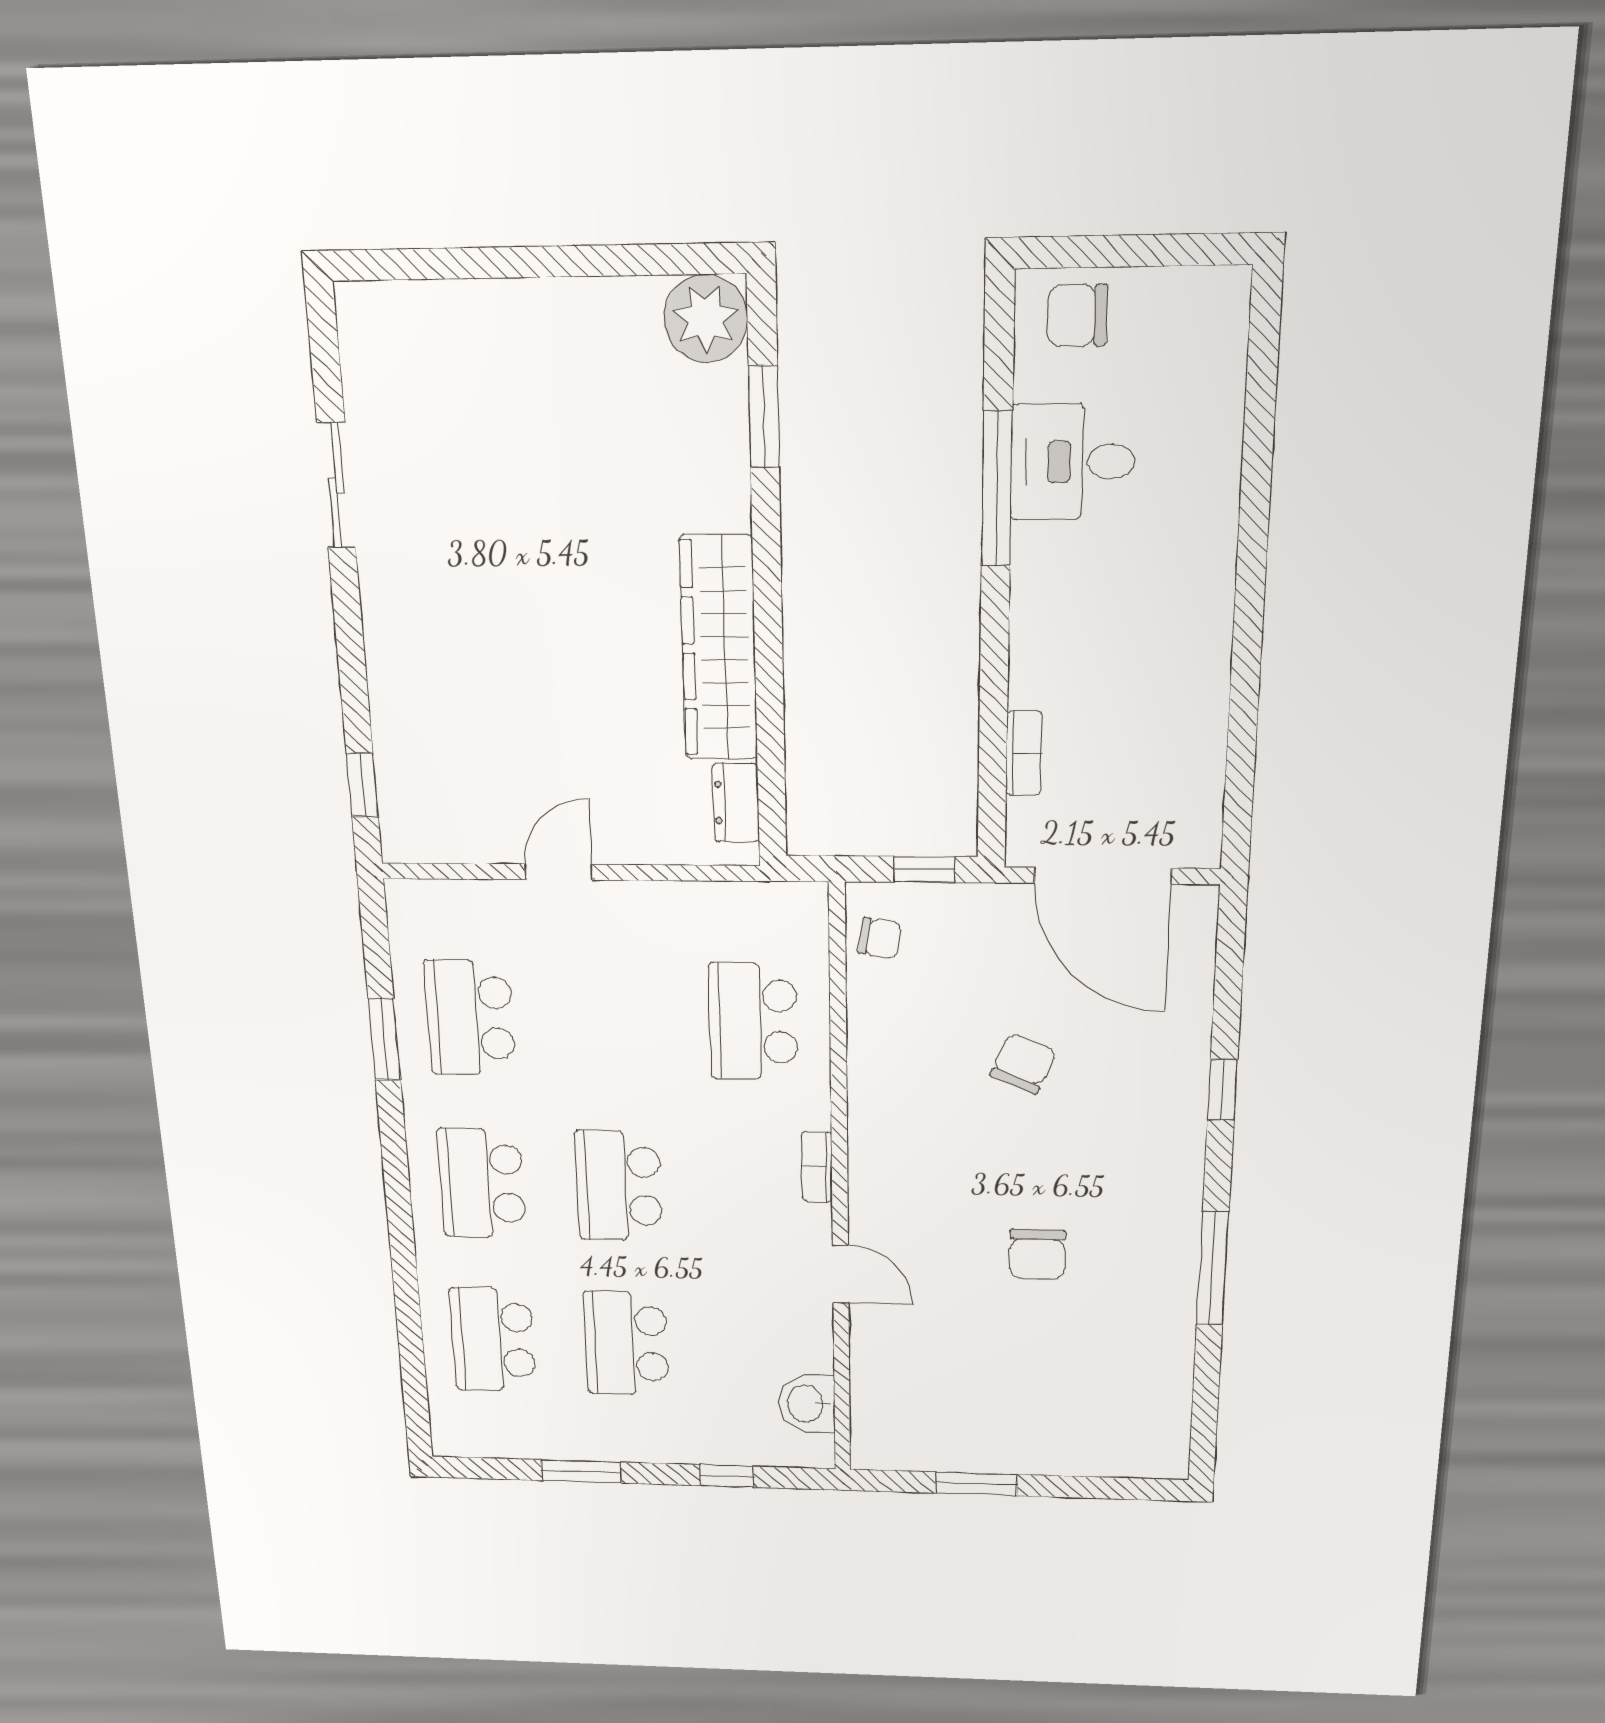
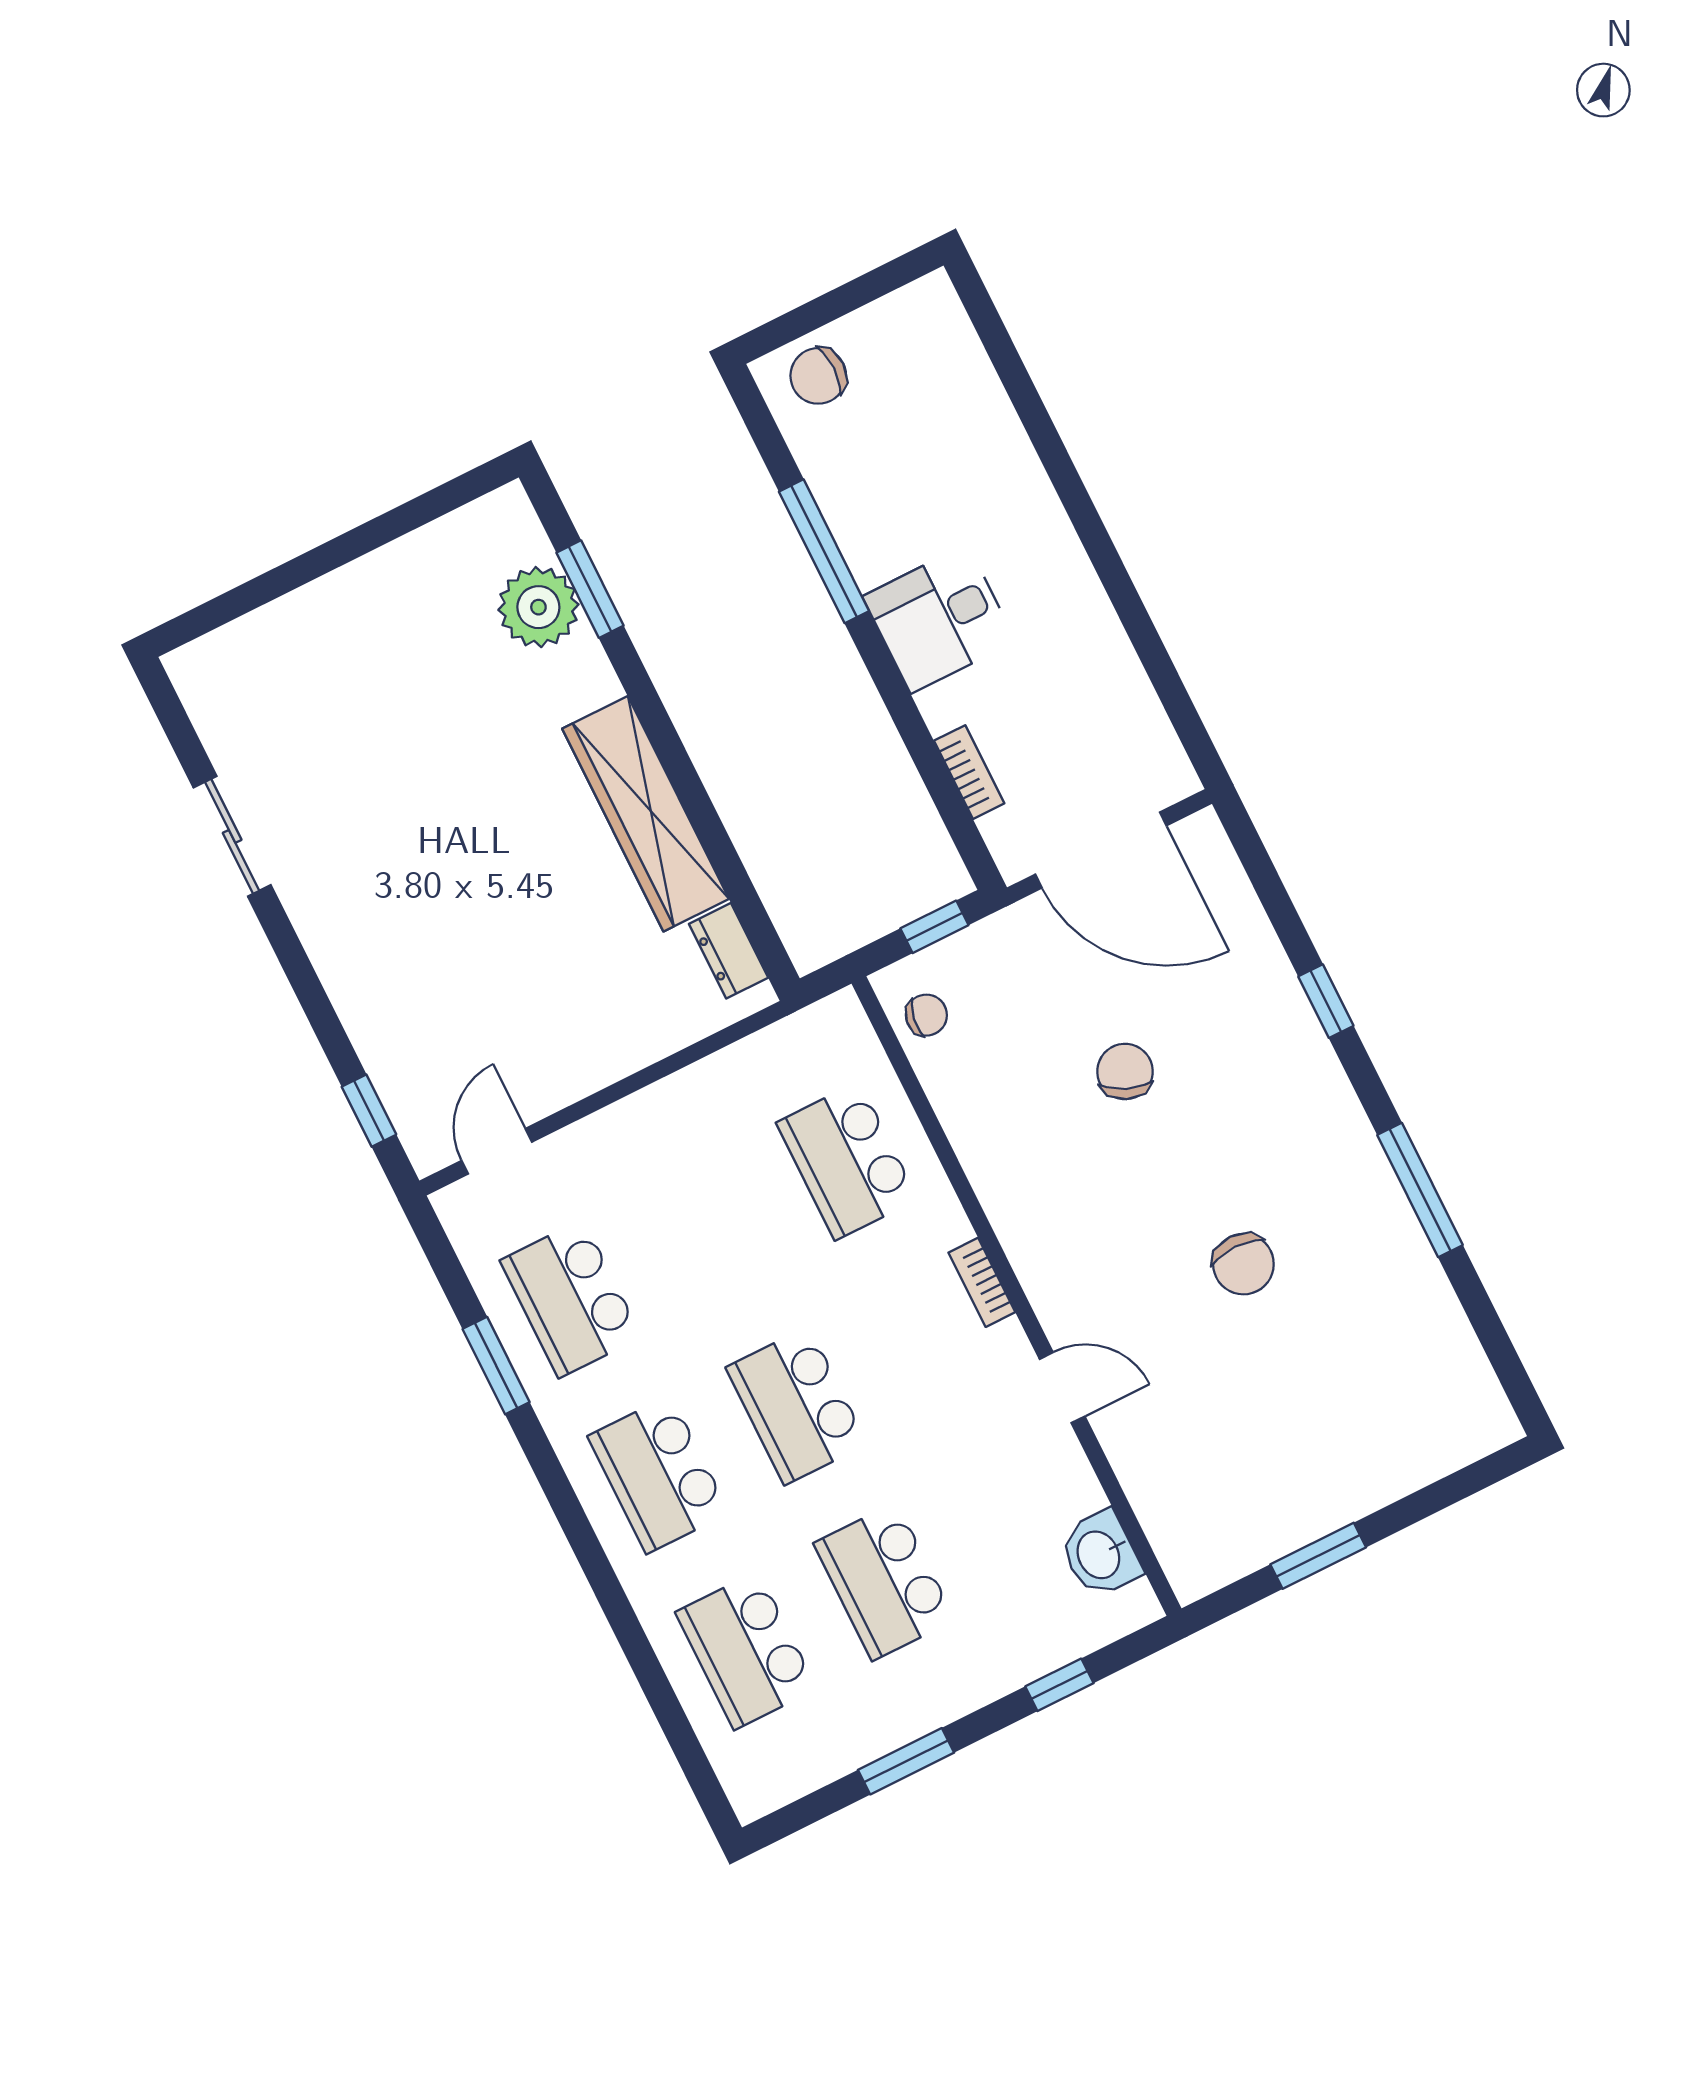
plant: (706, 319) -> (538, 607), moved
desk: (1073, 462) -> (939, 619), moved
door: (559, 872) -> (497, 1151), moved

